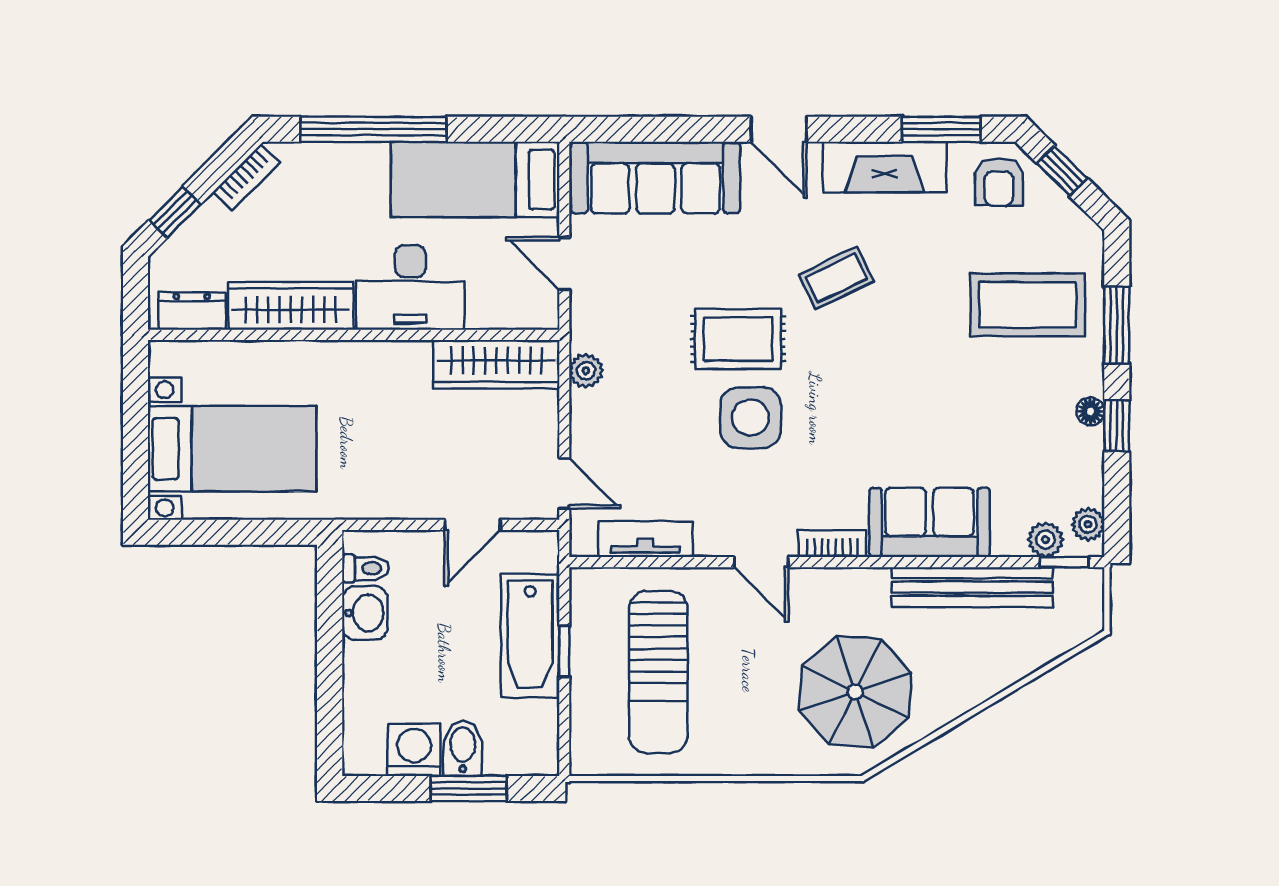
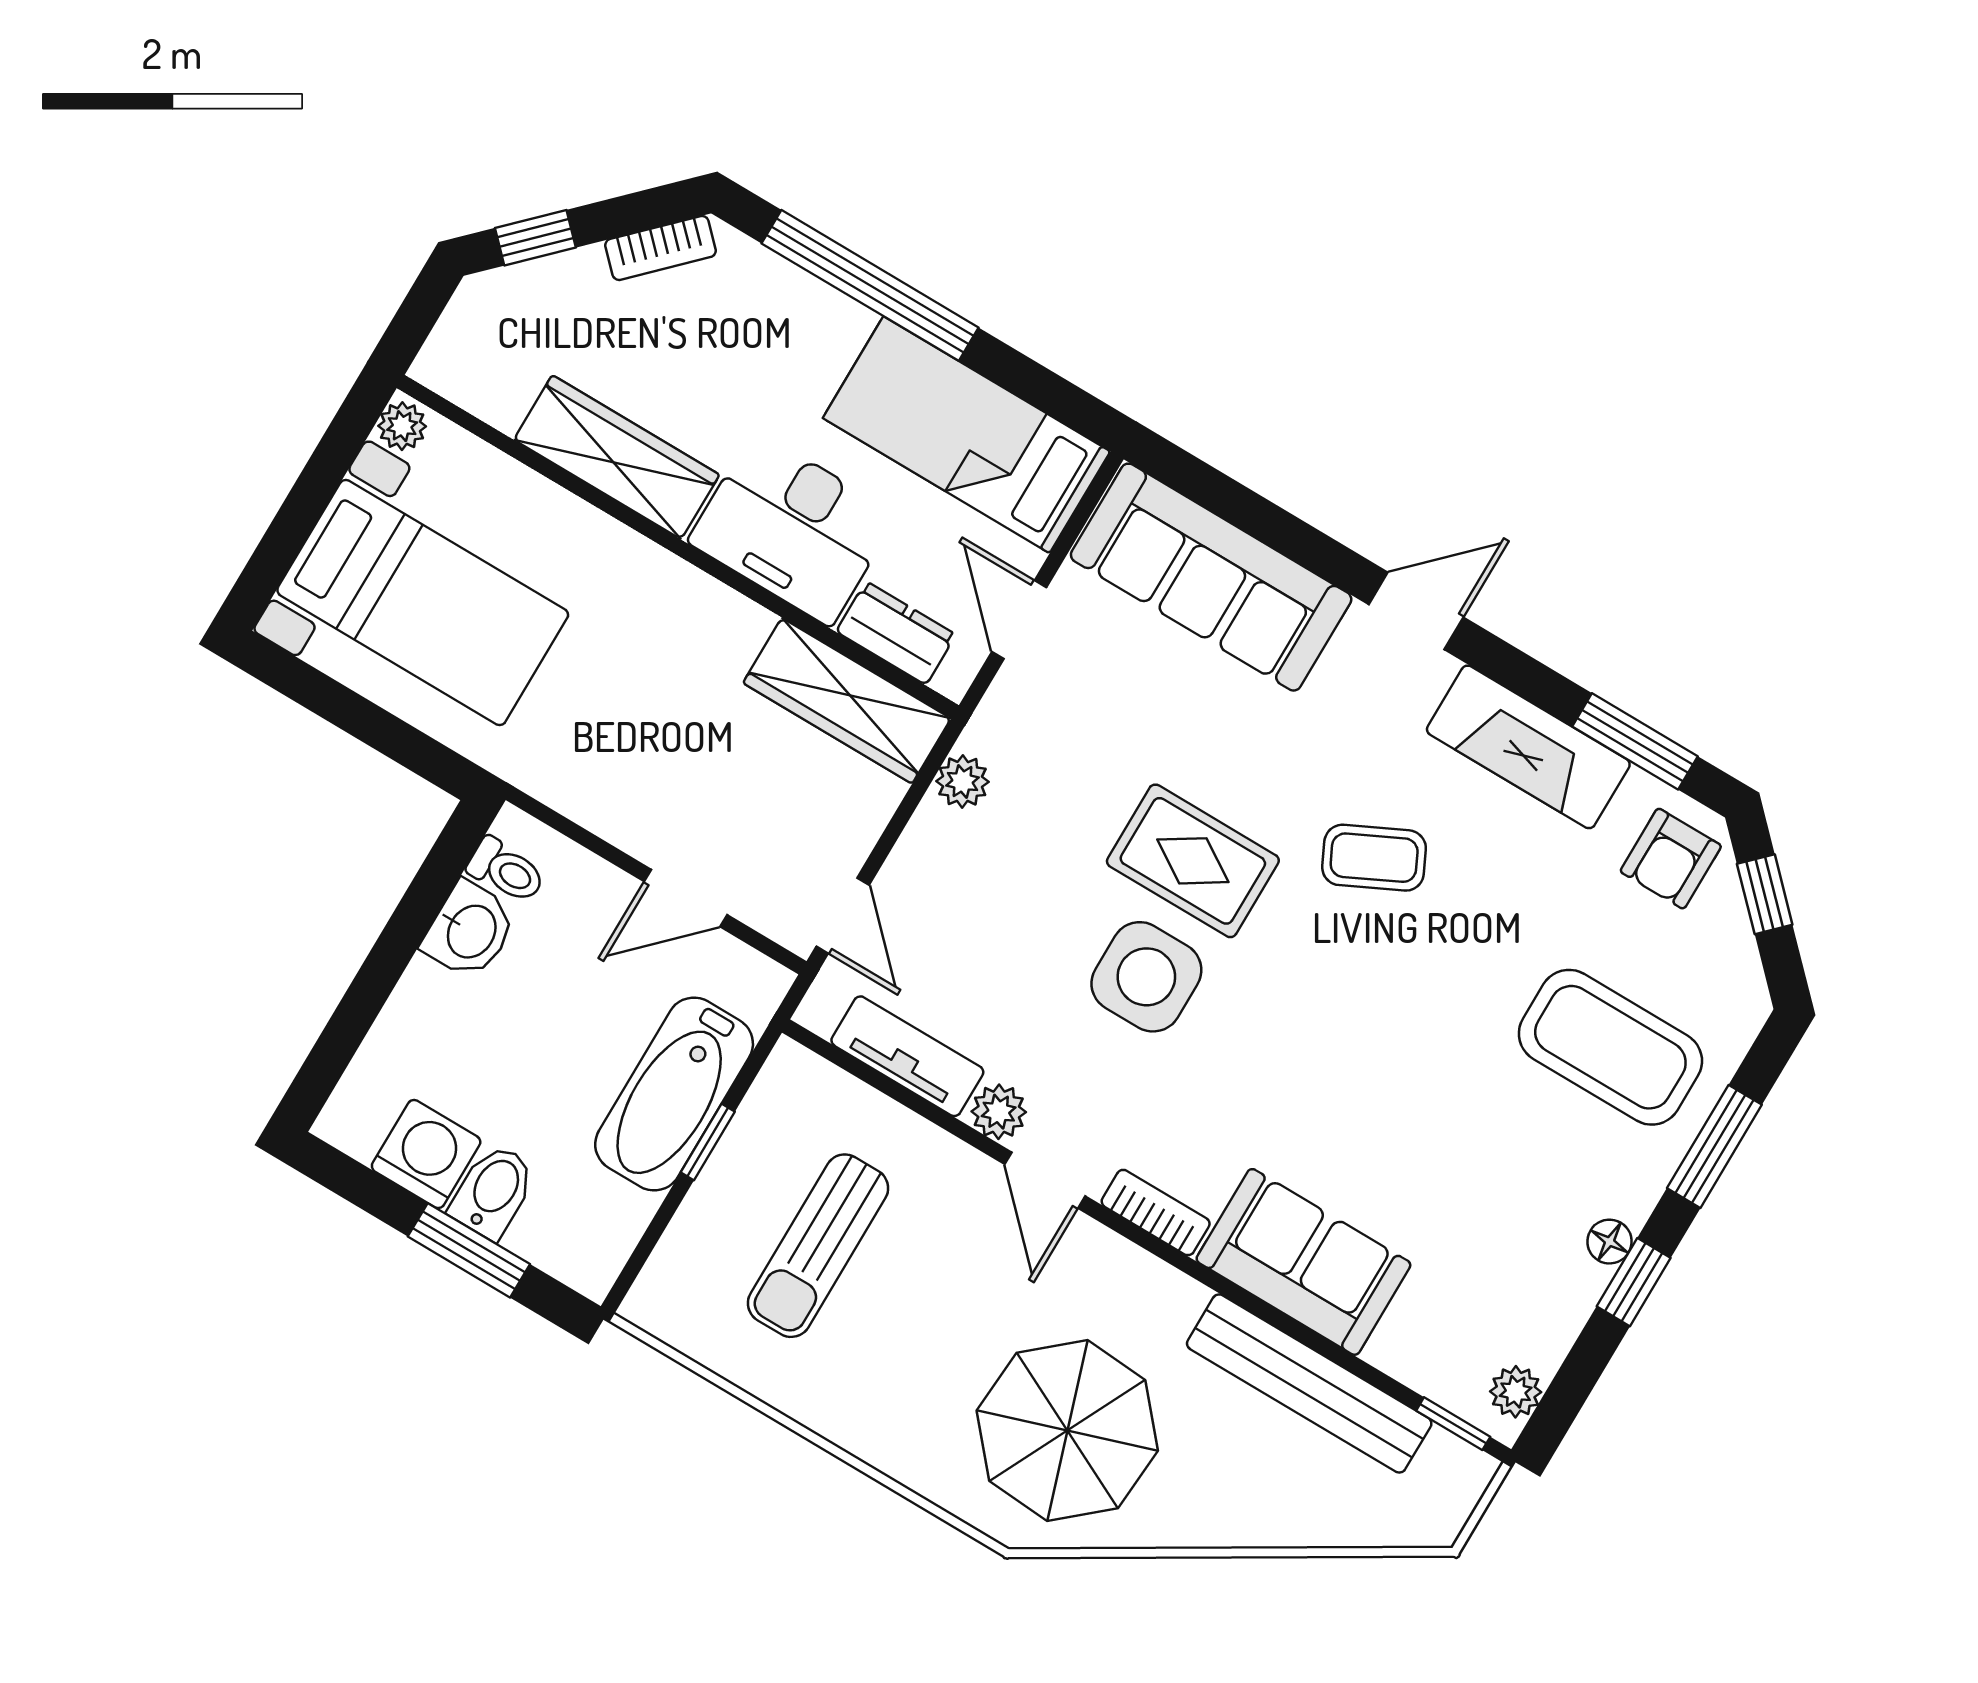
door: (779, 129) -> (1416, 611), swing flipped
dresser: (192, 311) -> (896, 633), moved
plant: (163, 359) -> (402, 426), added
plant: (1045, 540) -> (999, 1112), moved
sun lounger: (658, 672) -> (818, 1246), width x0.73, depth x0.75

